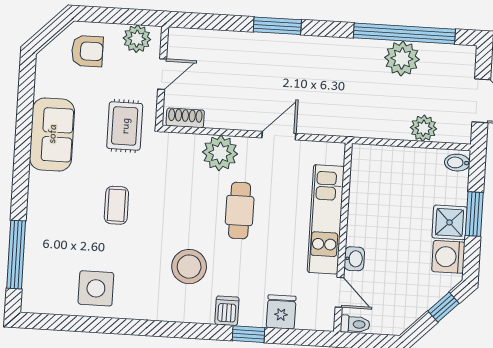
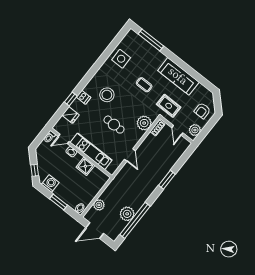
sofa: (52, 134) -> (178, 76), width x1.36
plant: (220, 153) -> (144, 123), moved
shower: (450, 222) -> (85, 166), moved

